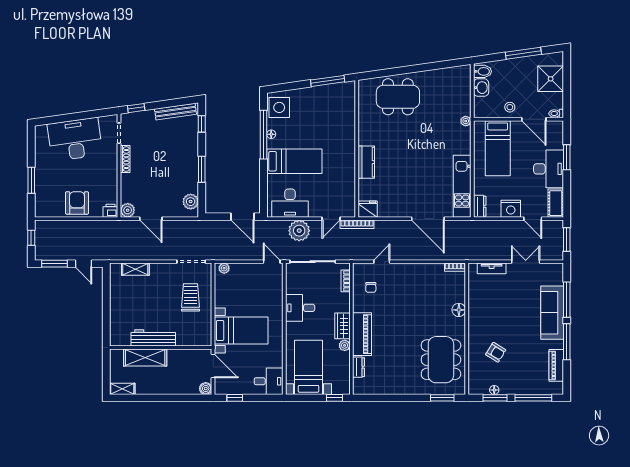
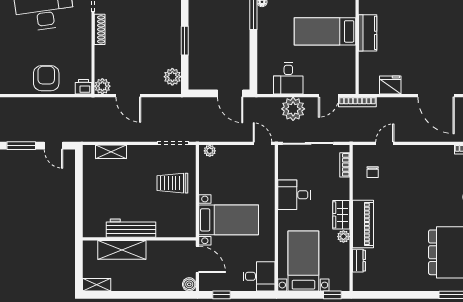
bed: (294, 161) -> (325, 31), moved, turned 180
desk: (290, 203) -> (288, 78), width x0.73
fridge: (368, 209) -> (390, 85), moved
trolley: (191, 297) -> (172, 183), turned -90

